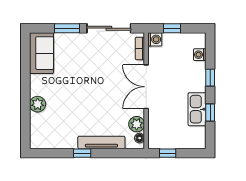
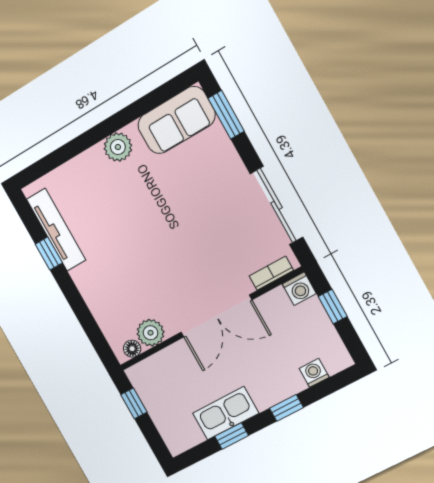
window: (67, 28) -> (226, 115), moved
double door: (146, 87) -> (216, 316), swing flipped
plant: (38, 104) -> (118, 147), moved
tv unit: (101, 142) -> (56, 230), moved
window: (82, 153) -> (49, 253), moved

